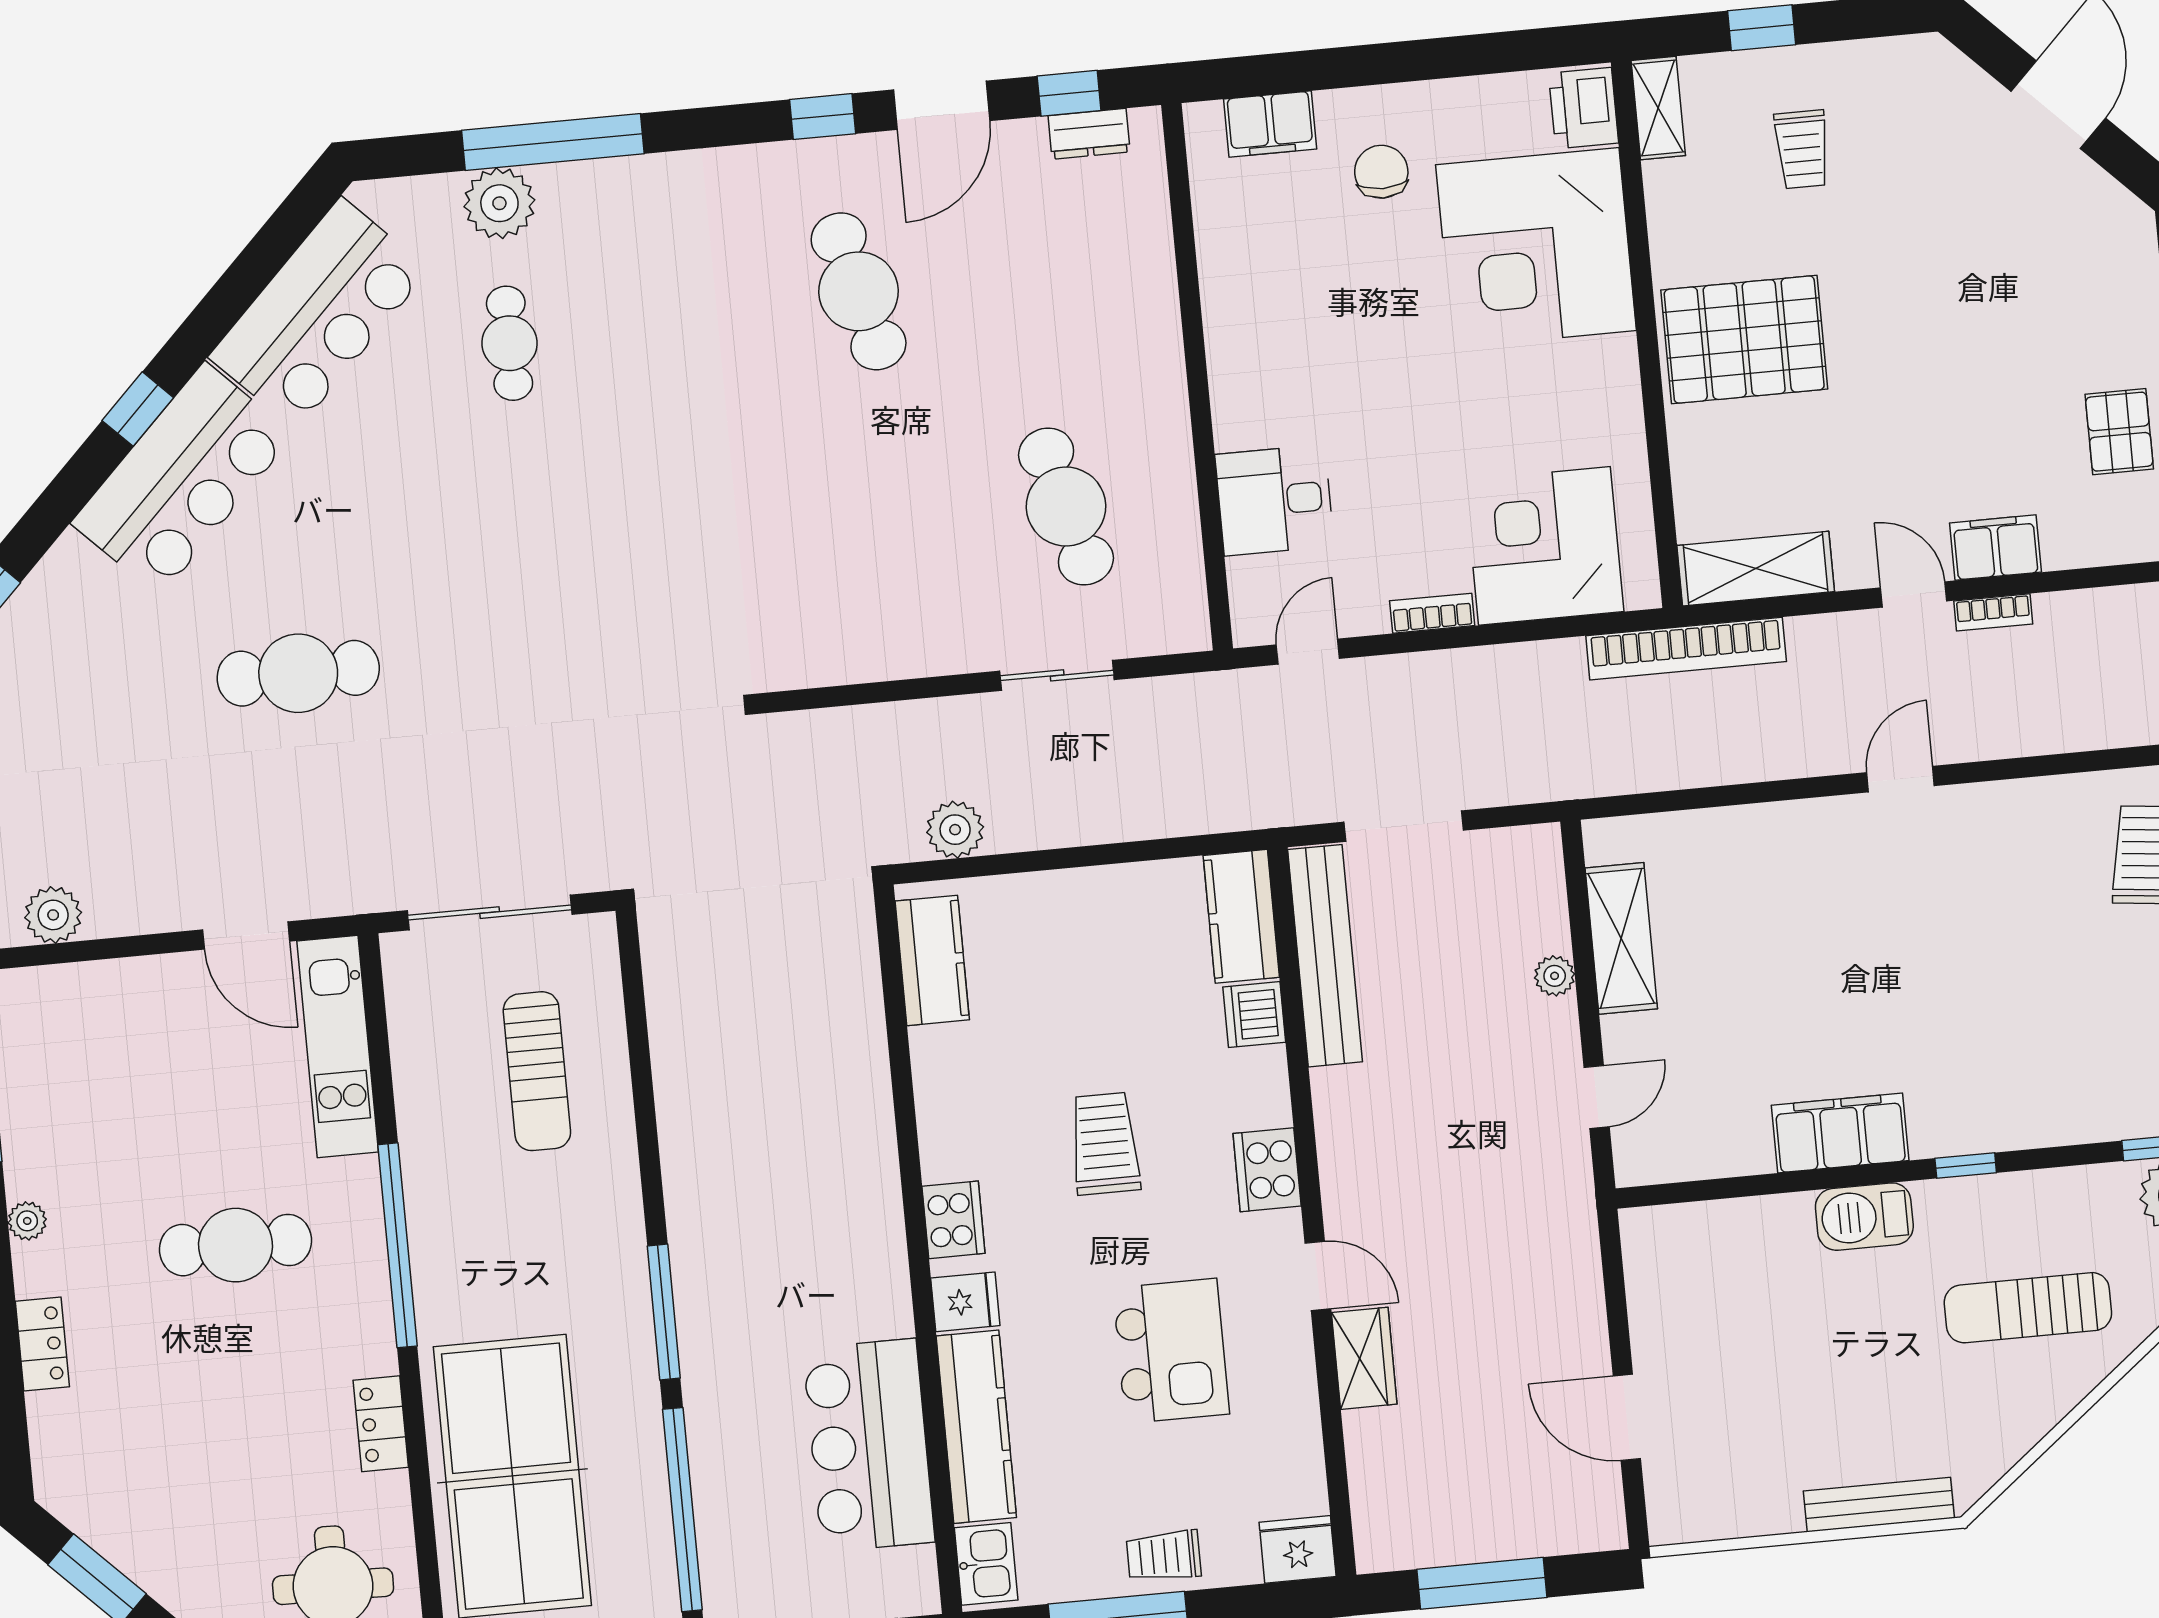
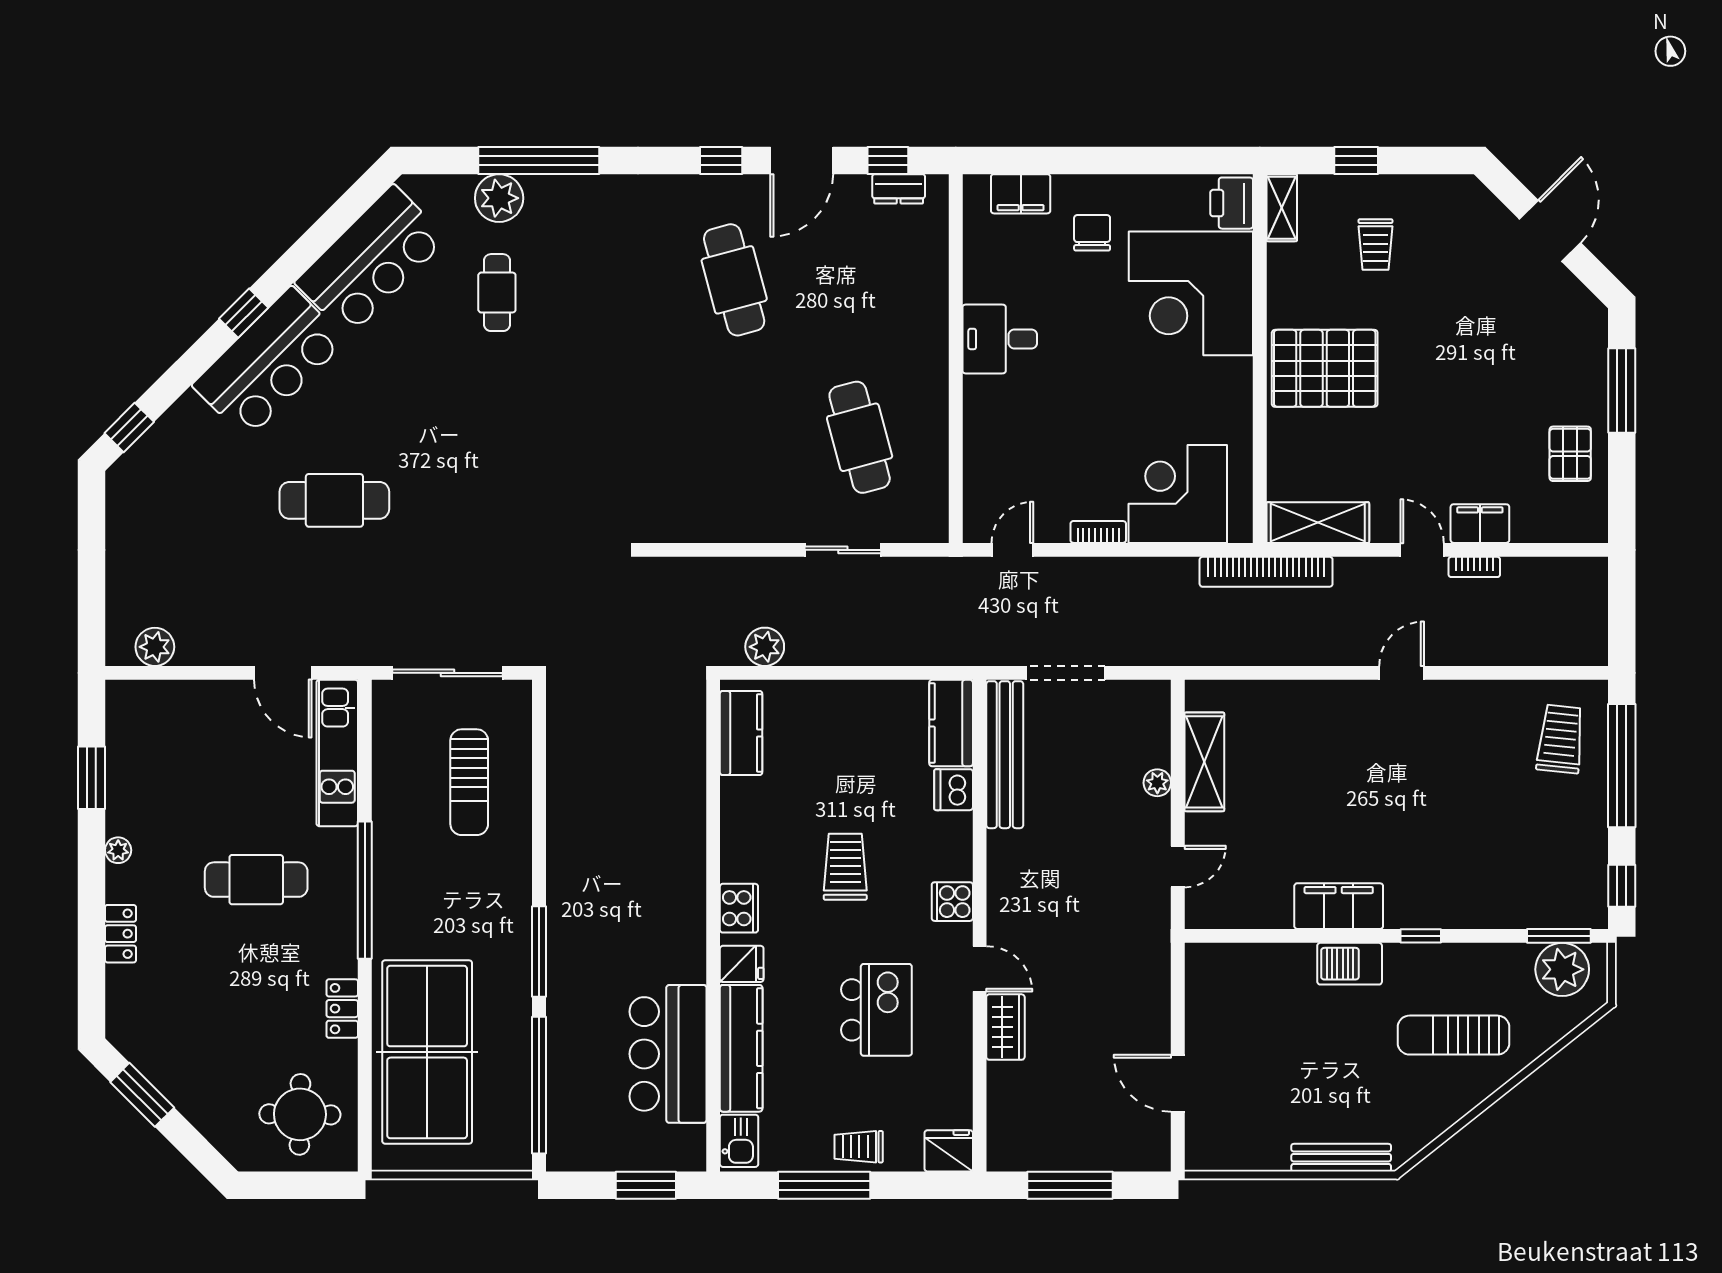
desk: (1275, 500) -> (1000, 339), moved
cooker: (1267, 1170) -> (952, 902), width x0.73

